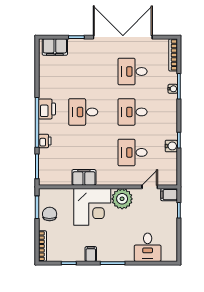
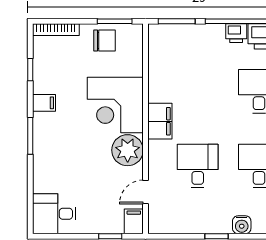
printer: (45, 141) -> (236, 33), moved
water cooler: (171, 146) -> (242, 225), moved
filing cabinet: (84, 177) -> (160, 121), moved
door: (150, 187) -> (146, 192), swing flipped
desk: (148, 247) -> (54, 214), moved

